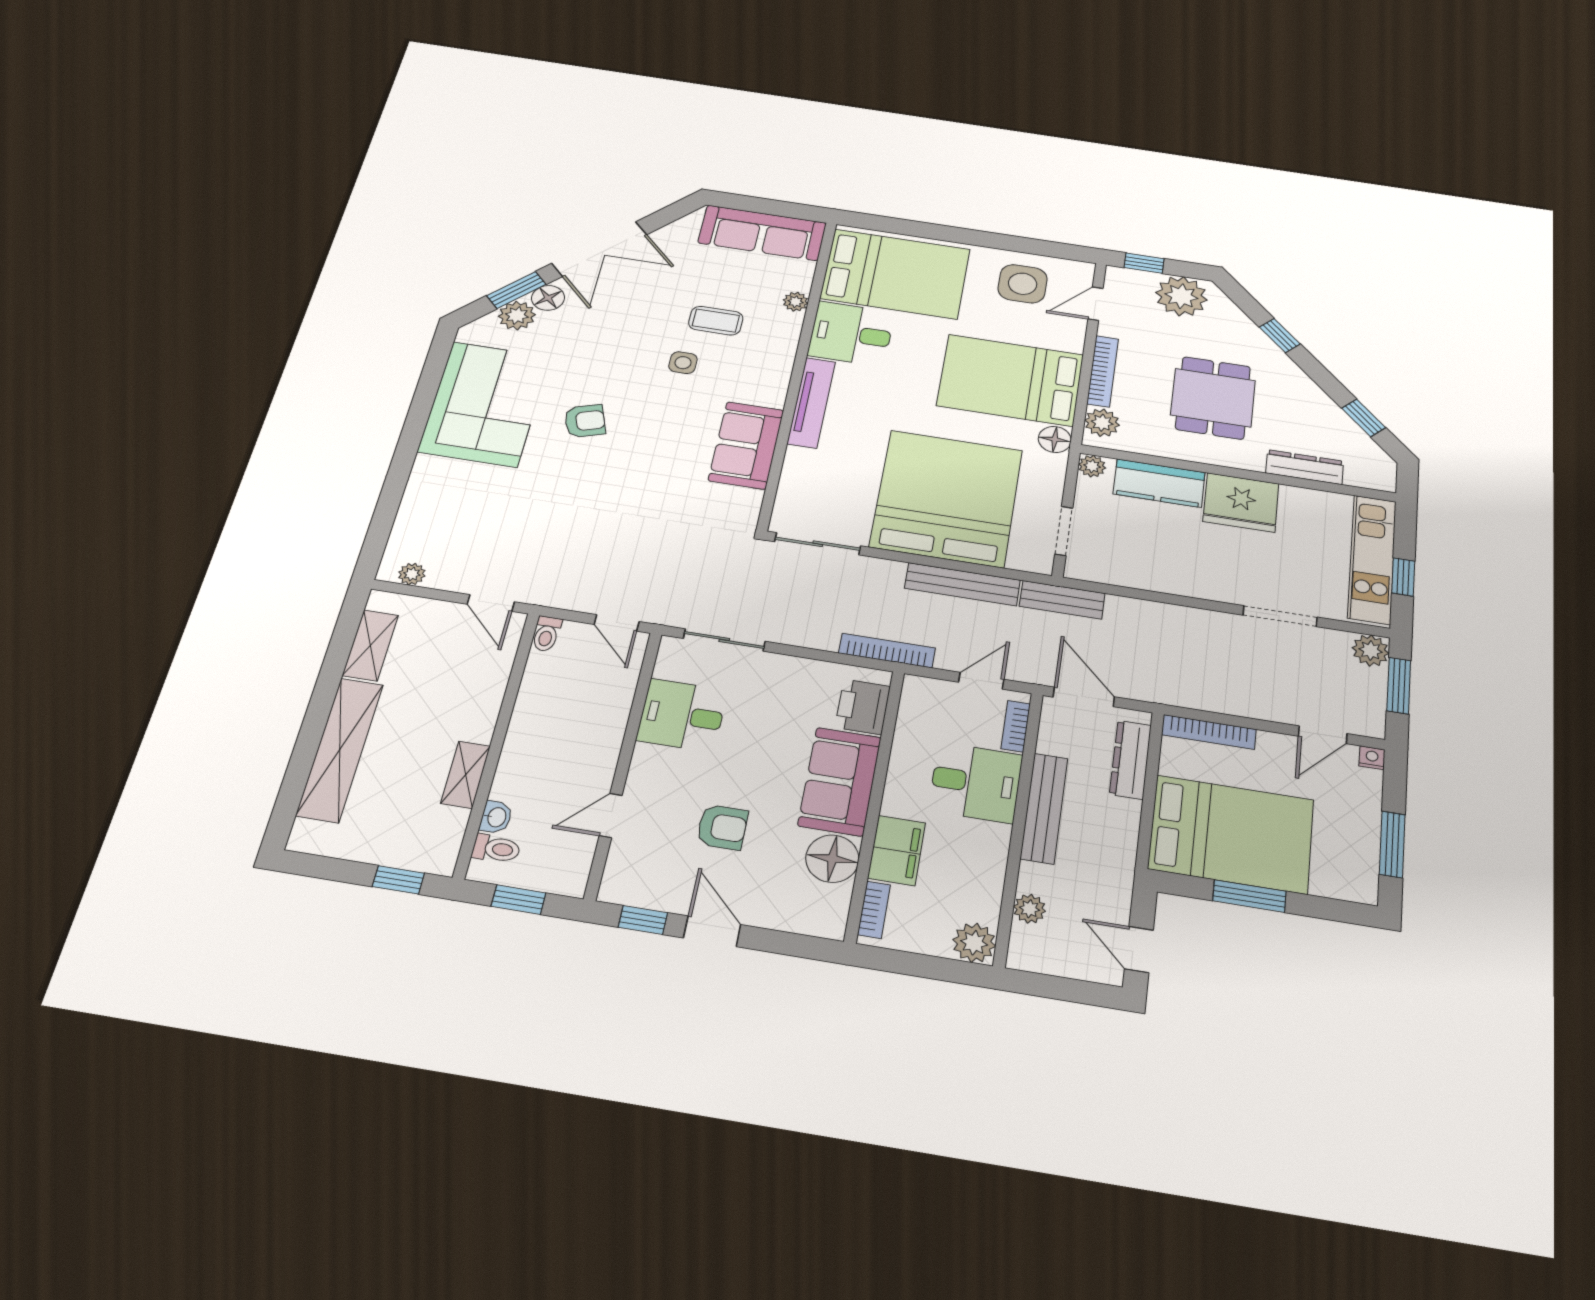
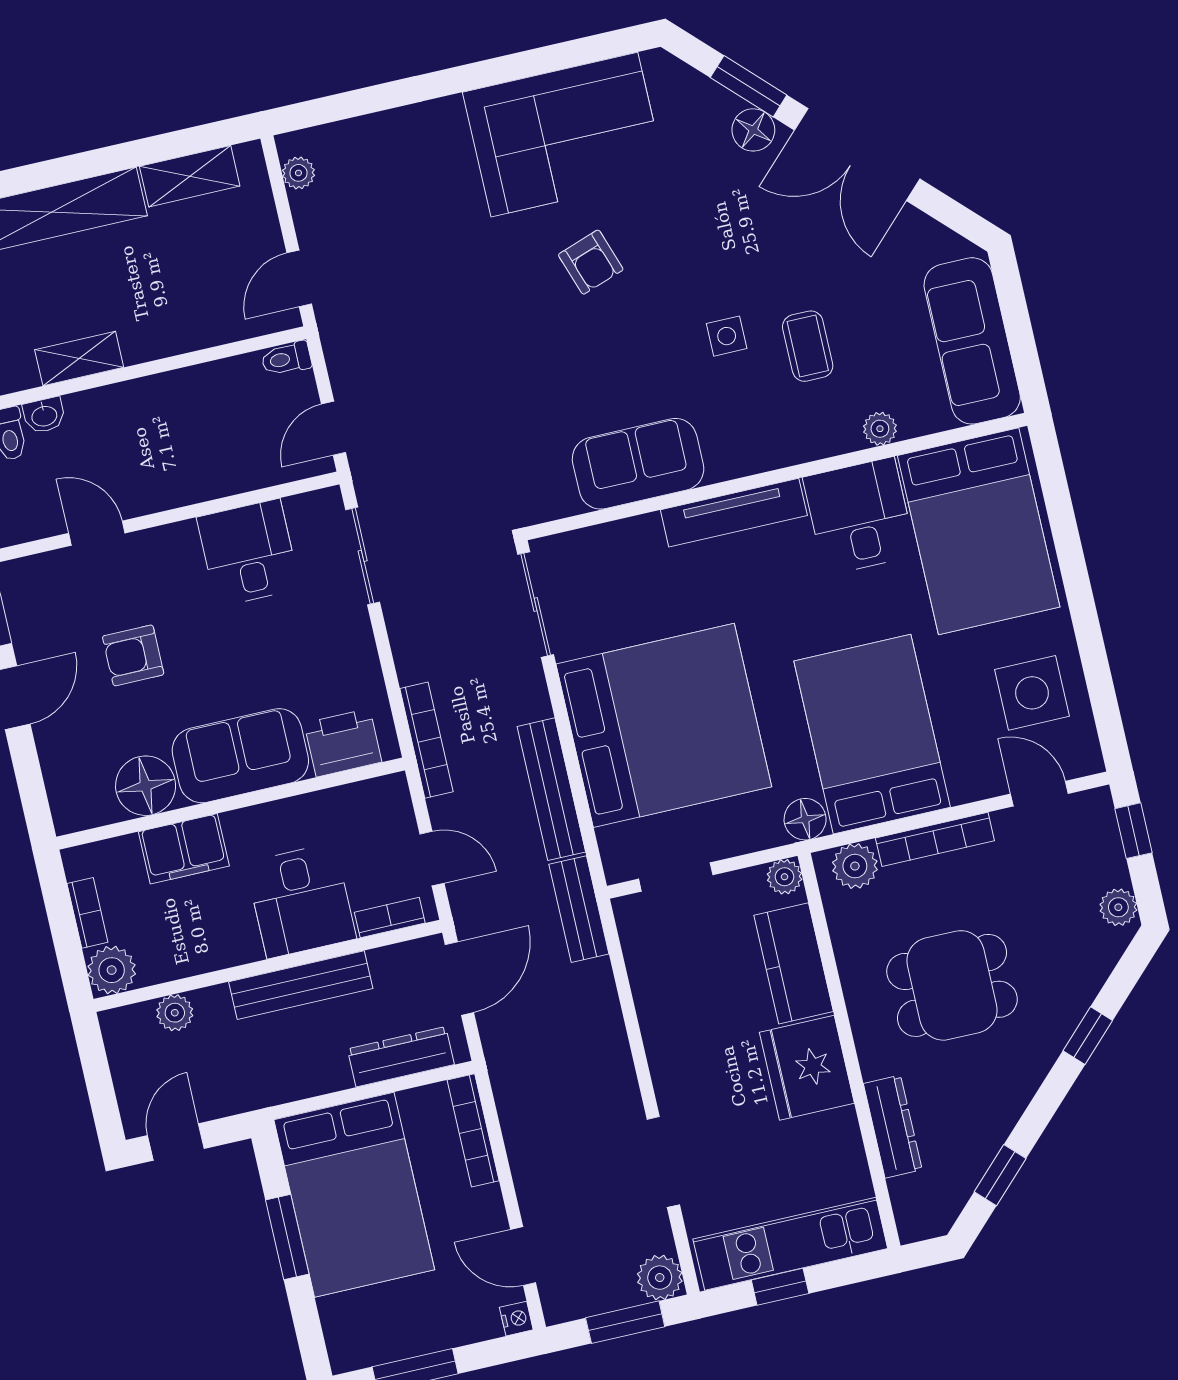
plant: (1181, 296) -> (1118, 907), width x0.53, depth x0.53
plant: (517, 316) -> (710, 106), removed
armchair: (722, 827) -> (133, 655), turned 90
bookcase: (874, 910) -> (87, 913), moved, turned -90

